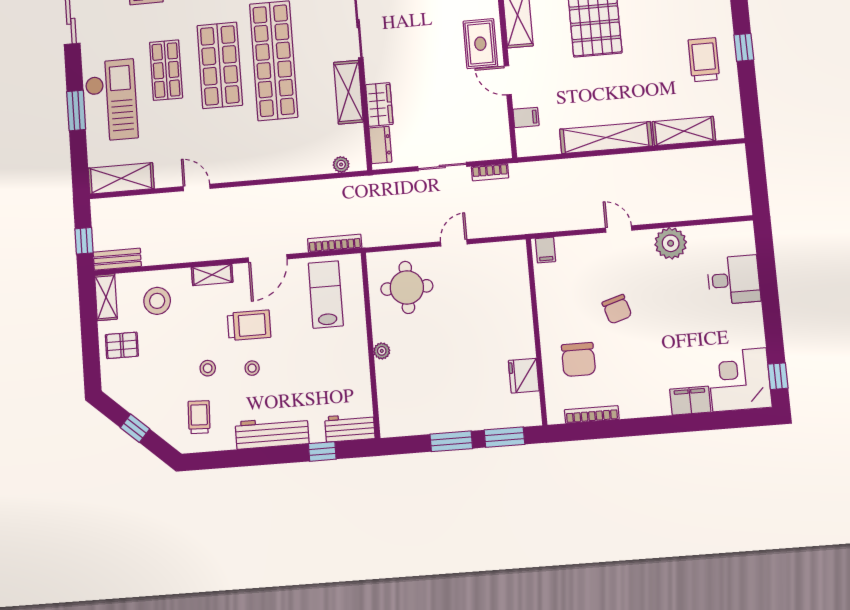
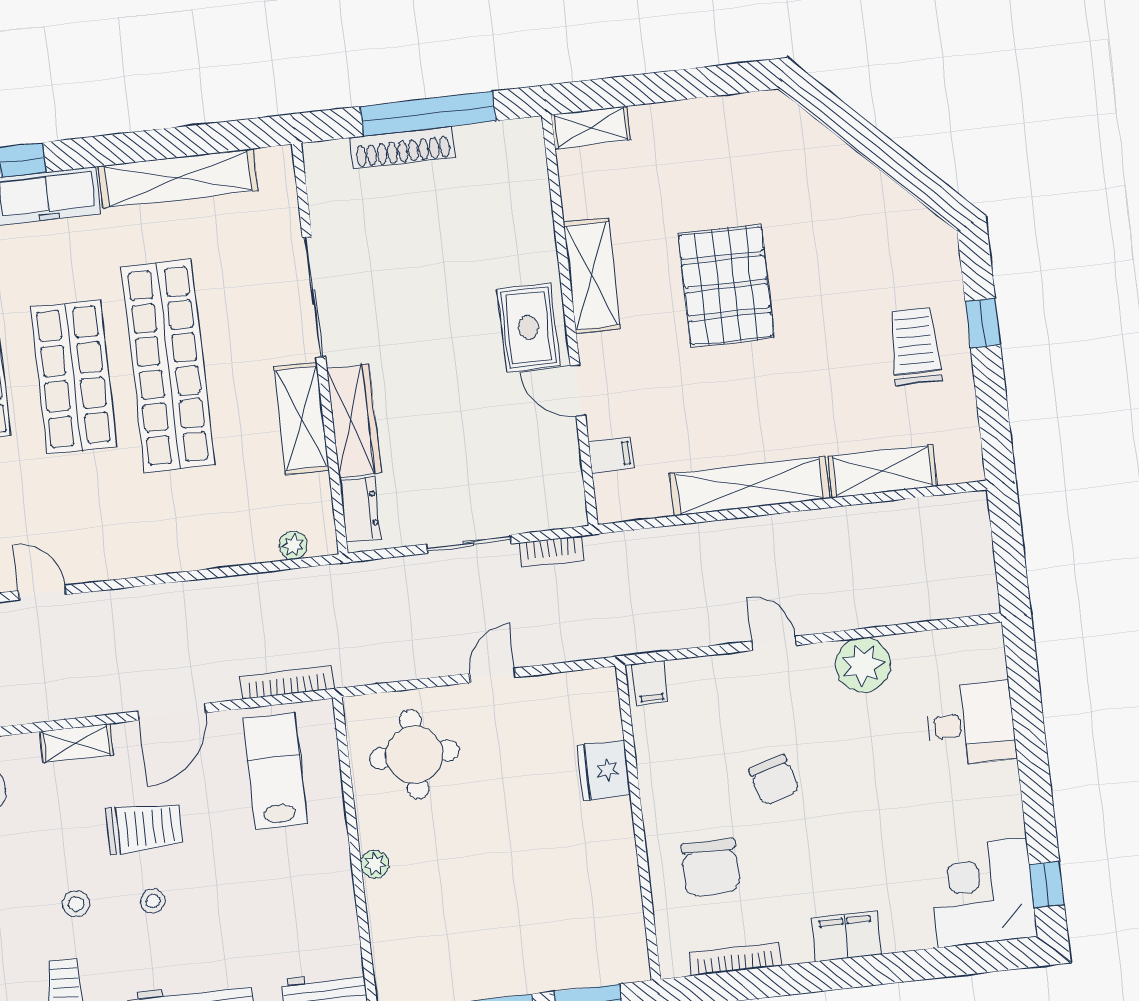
wardrobe: (379, 104) -> (354, 421), width x1.50
fridge: (524, 376) -> (604, 770), moved
filing cabinet: (690, 401) -> (846, 936), moved

